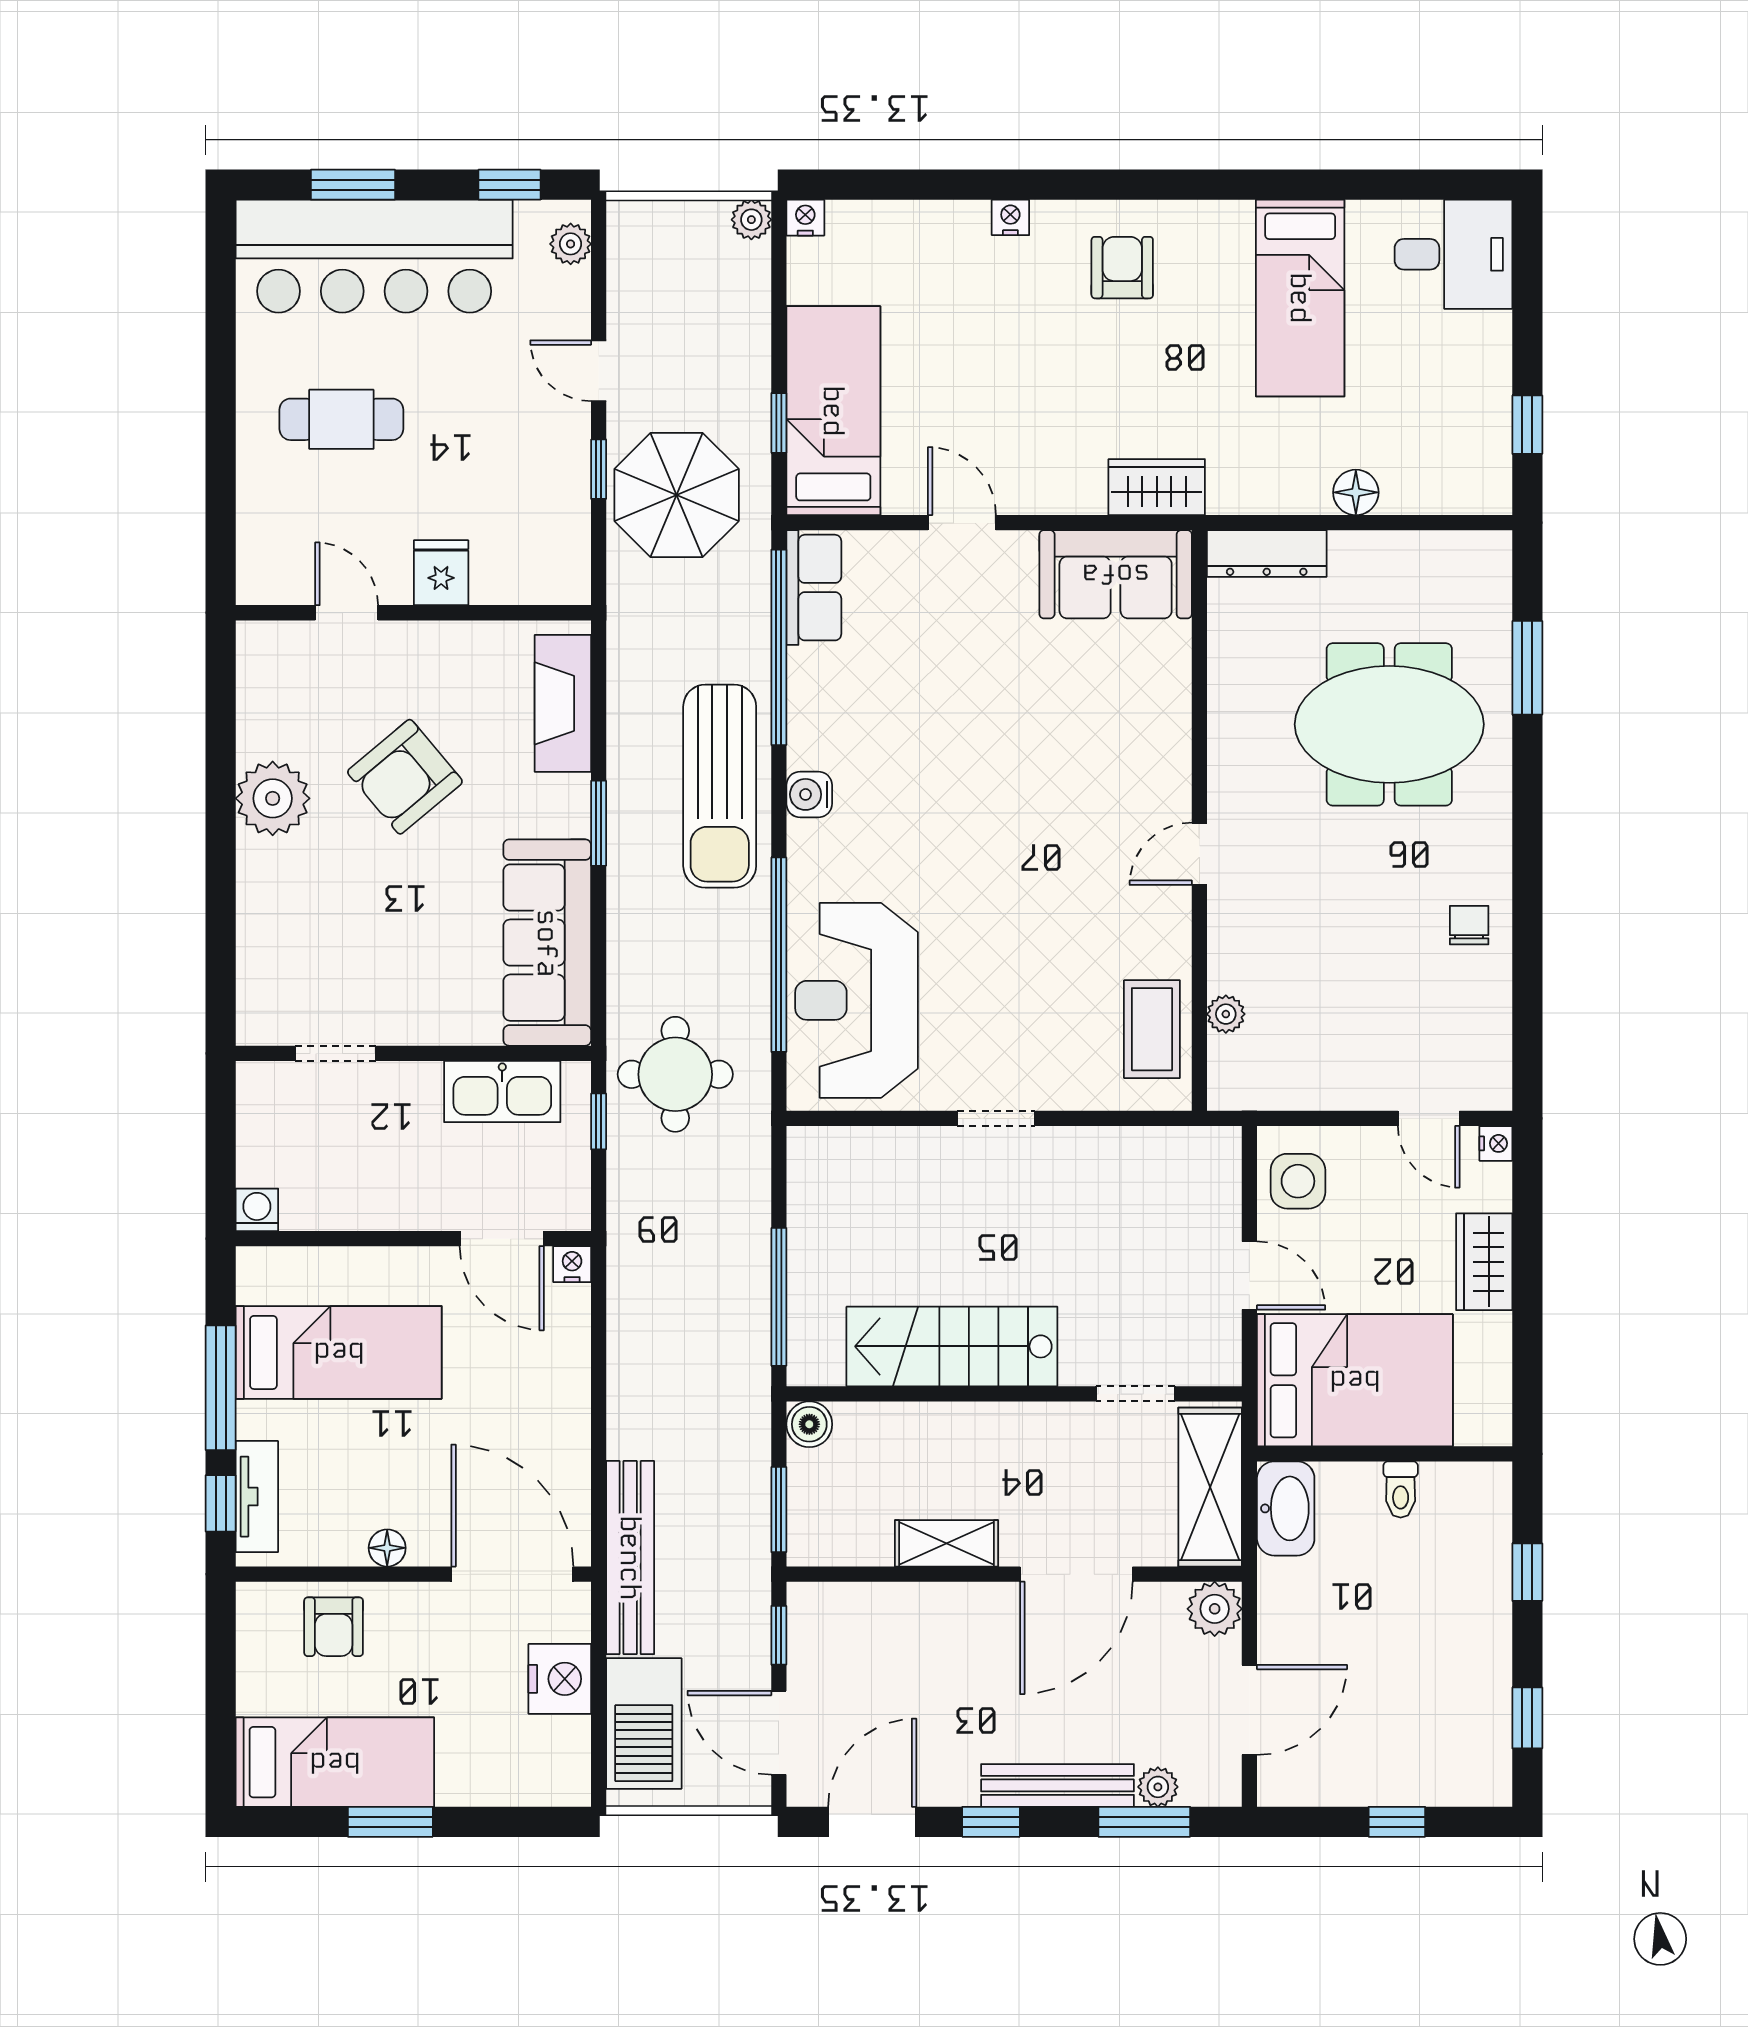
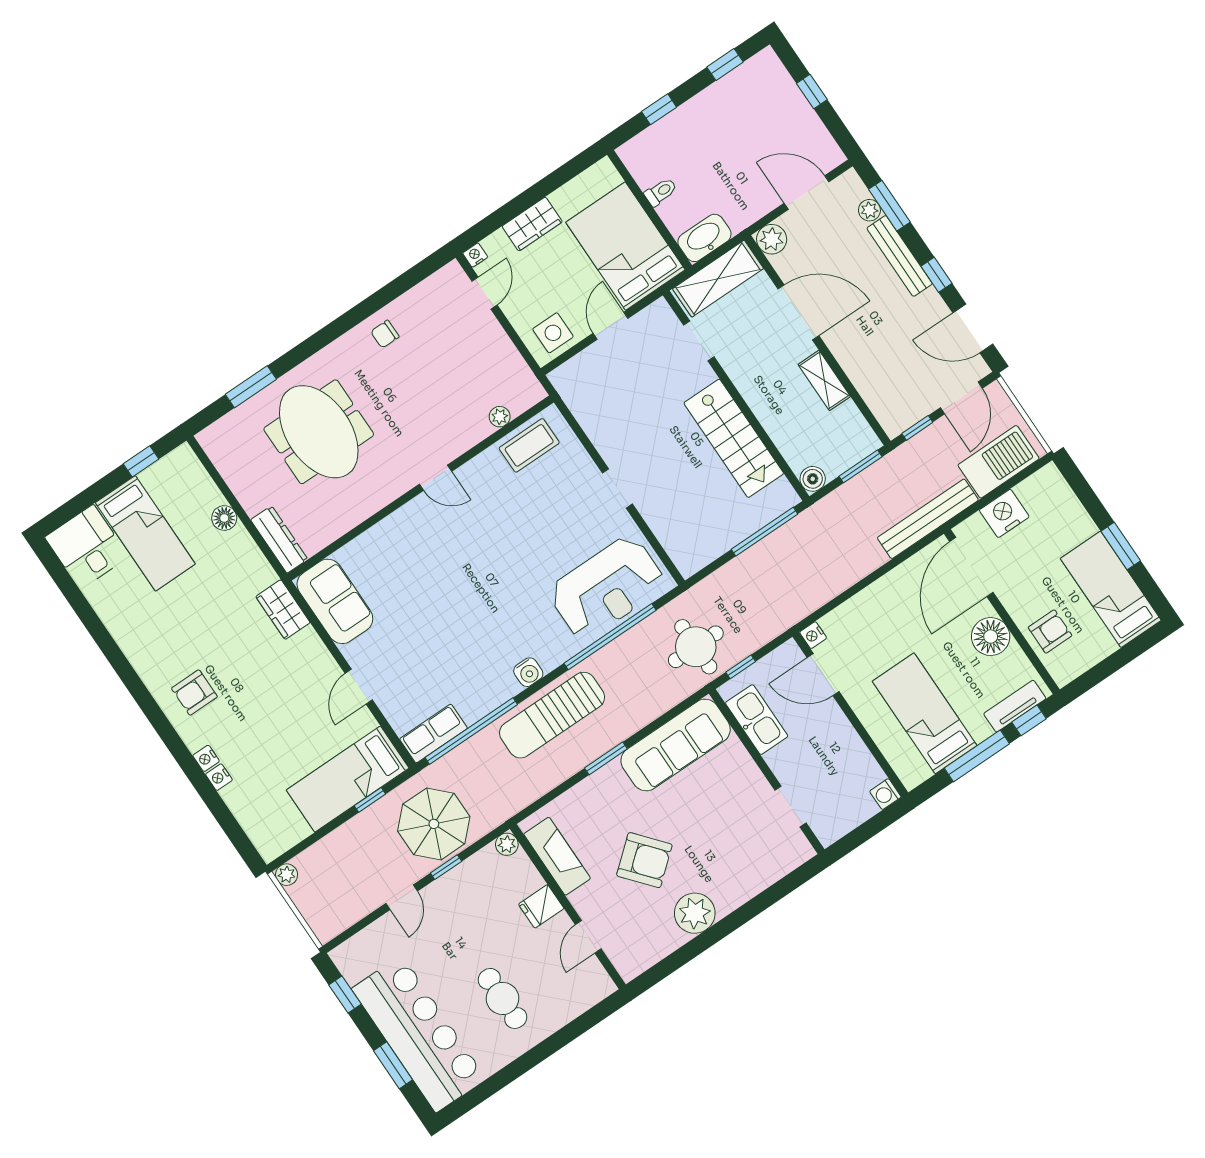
nightstand: (805, 218) -> (219, 777), moved
plant: (571, 244) -> (507, 844), moved
bed: (1300, 298) -> (145, 533), moved, turned 90
fireplace: (563, 703) -> (557, 856), moved, turned -90
sun lounger: (720, 786) -> (552, 715), turned 180
door: (502, 1239) -> (823, 675), swing flipped
floor lamp: (387, 1548) -> (991, 637), width x1.89, depth x1.89

